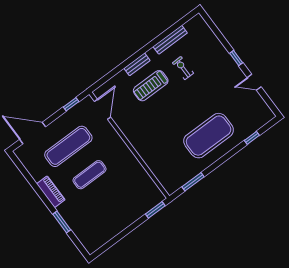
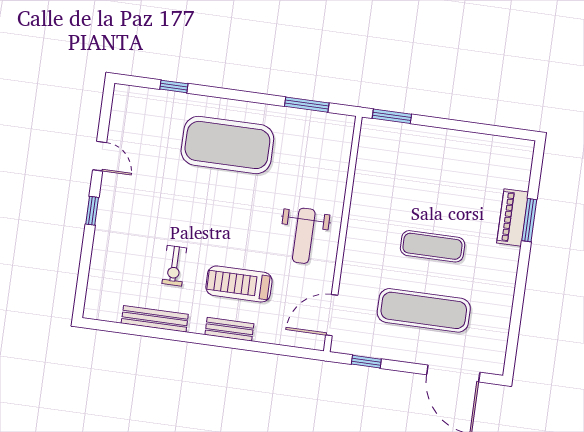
treadmill: (151, 86) -> (239, 284), turned 180
weight bench: (144, 129) -> (304, 236), added
piano: (51, 192) -> (513, 217), moved

